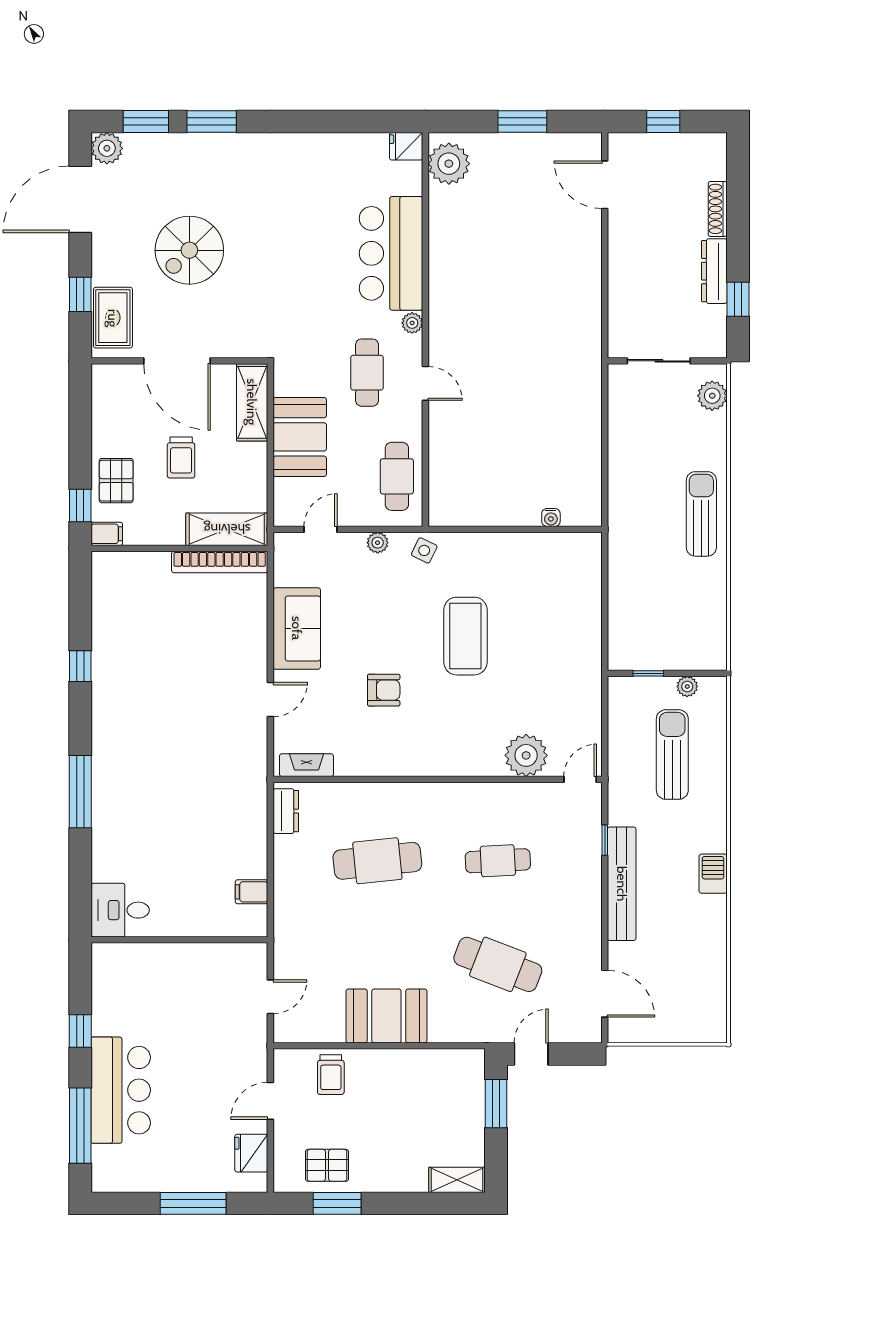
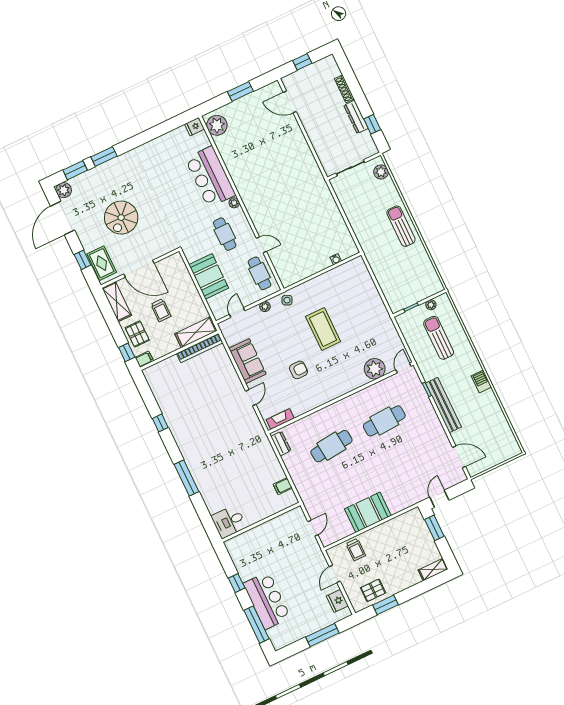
door: (425, 383) -> (261, 245), moved
shelving: (252, 402) -> (117, 302), moved
cafe table: (498, 861) -> (384, 421), width x1.37, depth x1.35
cafe table: (498, 964) -> (406, 466), removed

